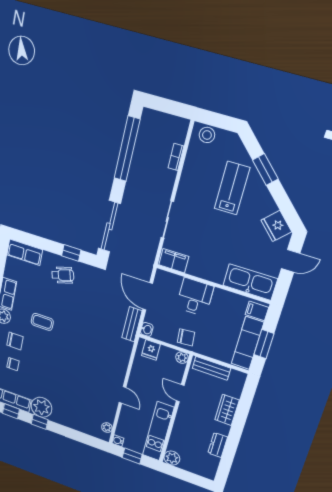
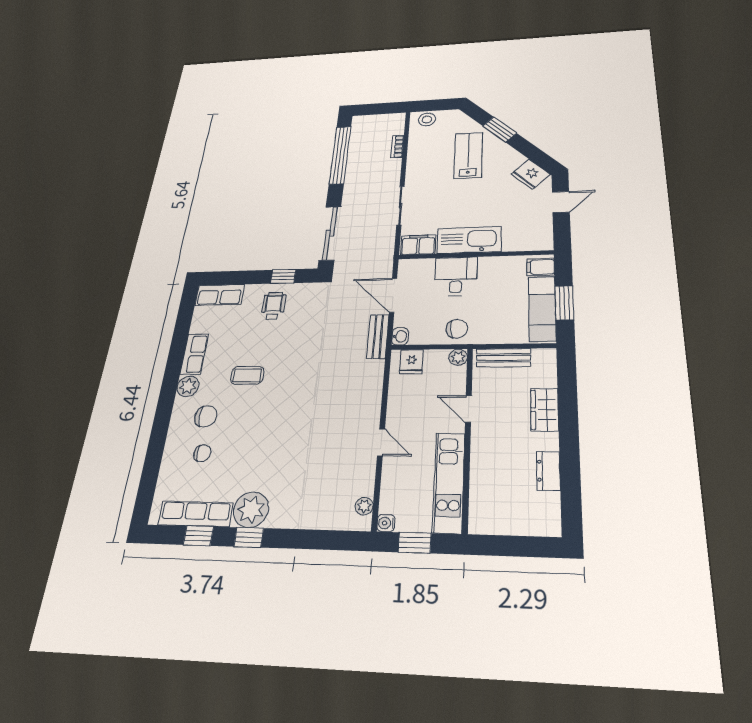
wheelchair: (63, 275) -> (274, 306), turned -74
kitchen sink: (250, 282) -> (469, 240), moved
plant: (172, 458) -> (482, 521), removed

